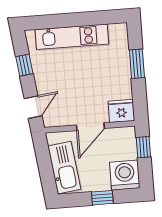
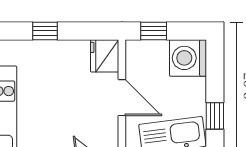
window: (137, 64) -> (45, 31), width x0.67
window: (102, 198) -> (215, 116), moved

